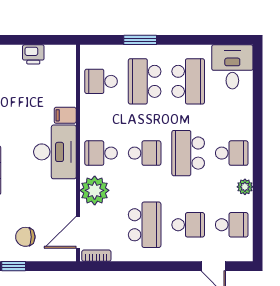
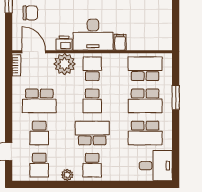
printer: (33, 54) -> (64, 43), moved, turned 90
school desk: (101, 81) -> (145, 69), width x1.85
school desk: (145, 81) -> (145, 101), turned 180
chair: (25, 237) -> (30, 13), turned 90

